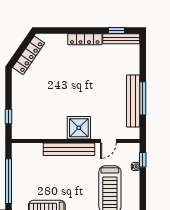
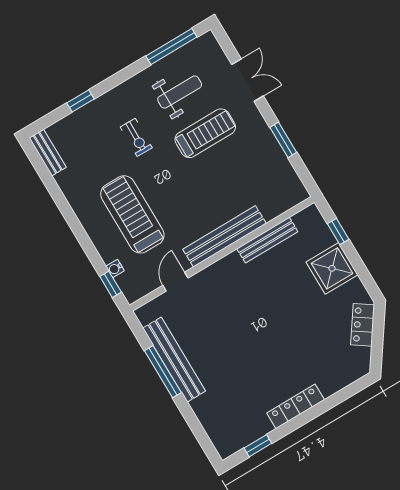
bench: (121, 39) -> (267, 240), moved
locker: (29, 55) -> (363, 325), width x0.66
shower: (79, 128) -> (332, 268), moved
window: (9, 181) -> (283, 140), width x0.47

